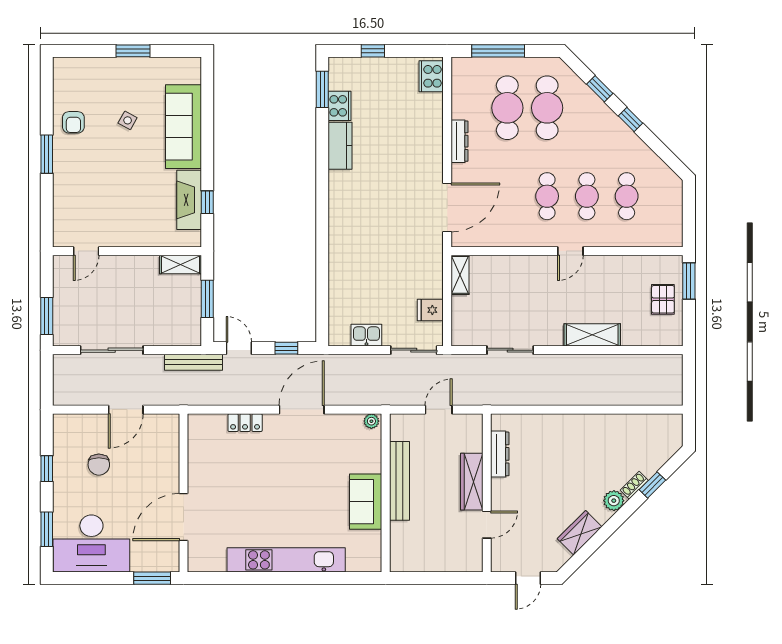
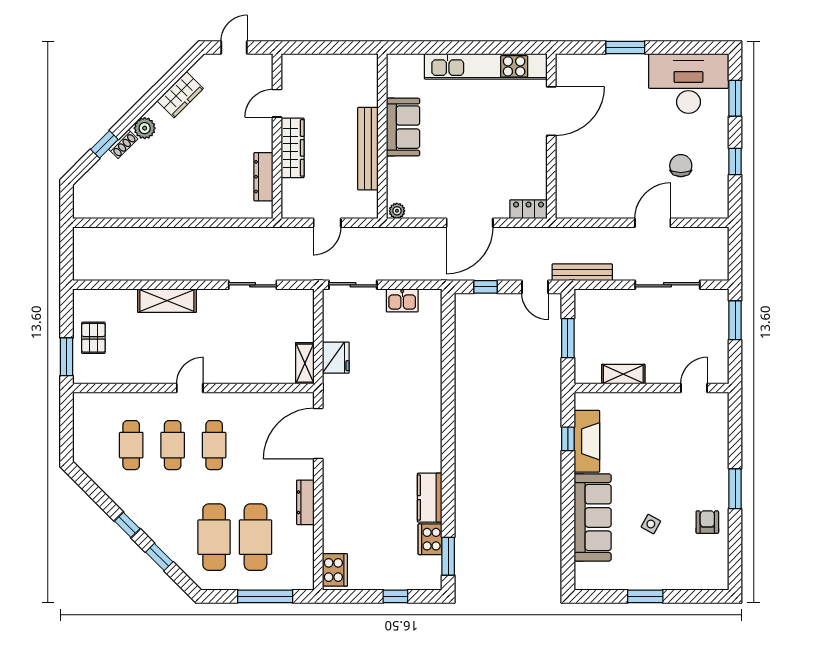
shelving: (181, 264) -> (623, 374), moved
fridge: (430, 310) -> (336, 358), moved, width x1.38
wall: (184, 493) -> (551, 136), moved
door: (184, 517) -> (551, 111), moved

